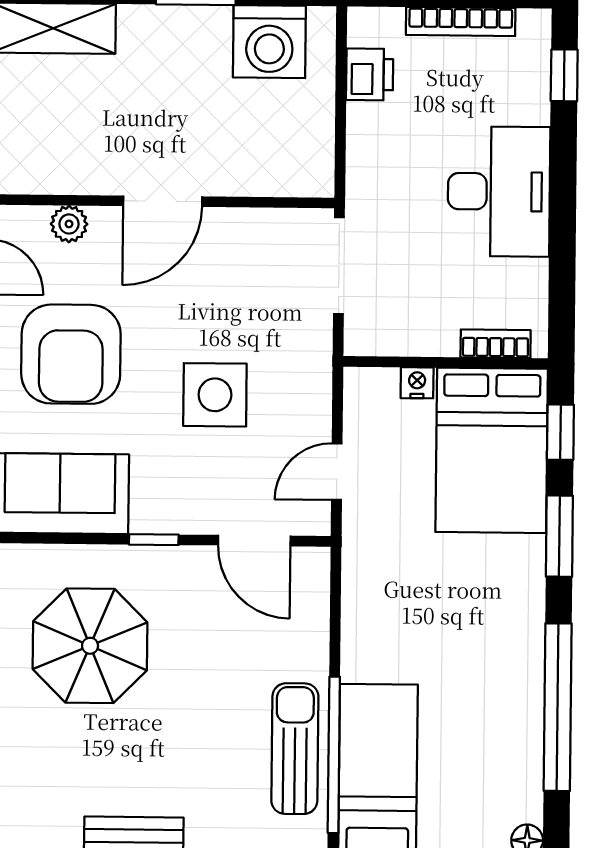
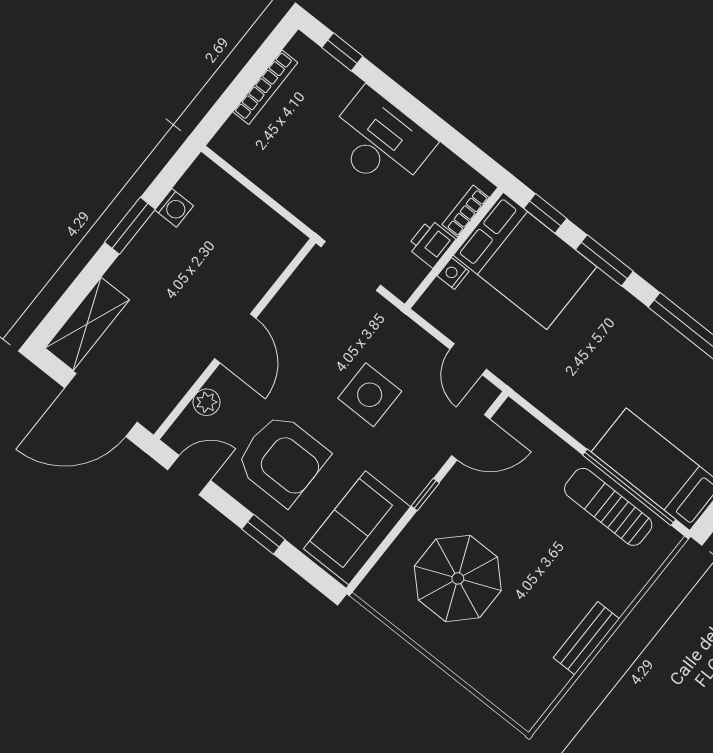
washing machine: (269, 42) -> (174, 208), width x0.53, depth x0.53
printer: (370, 74) -> (431, 243), moved, turned -90

